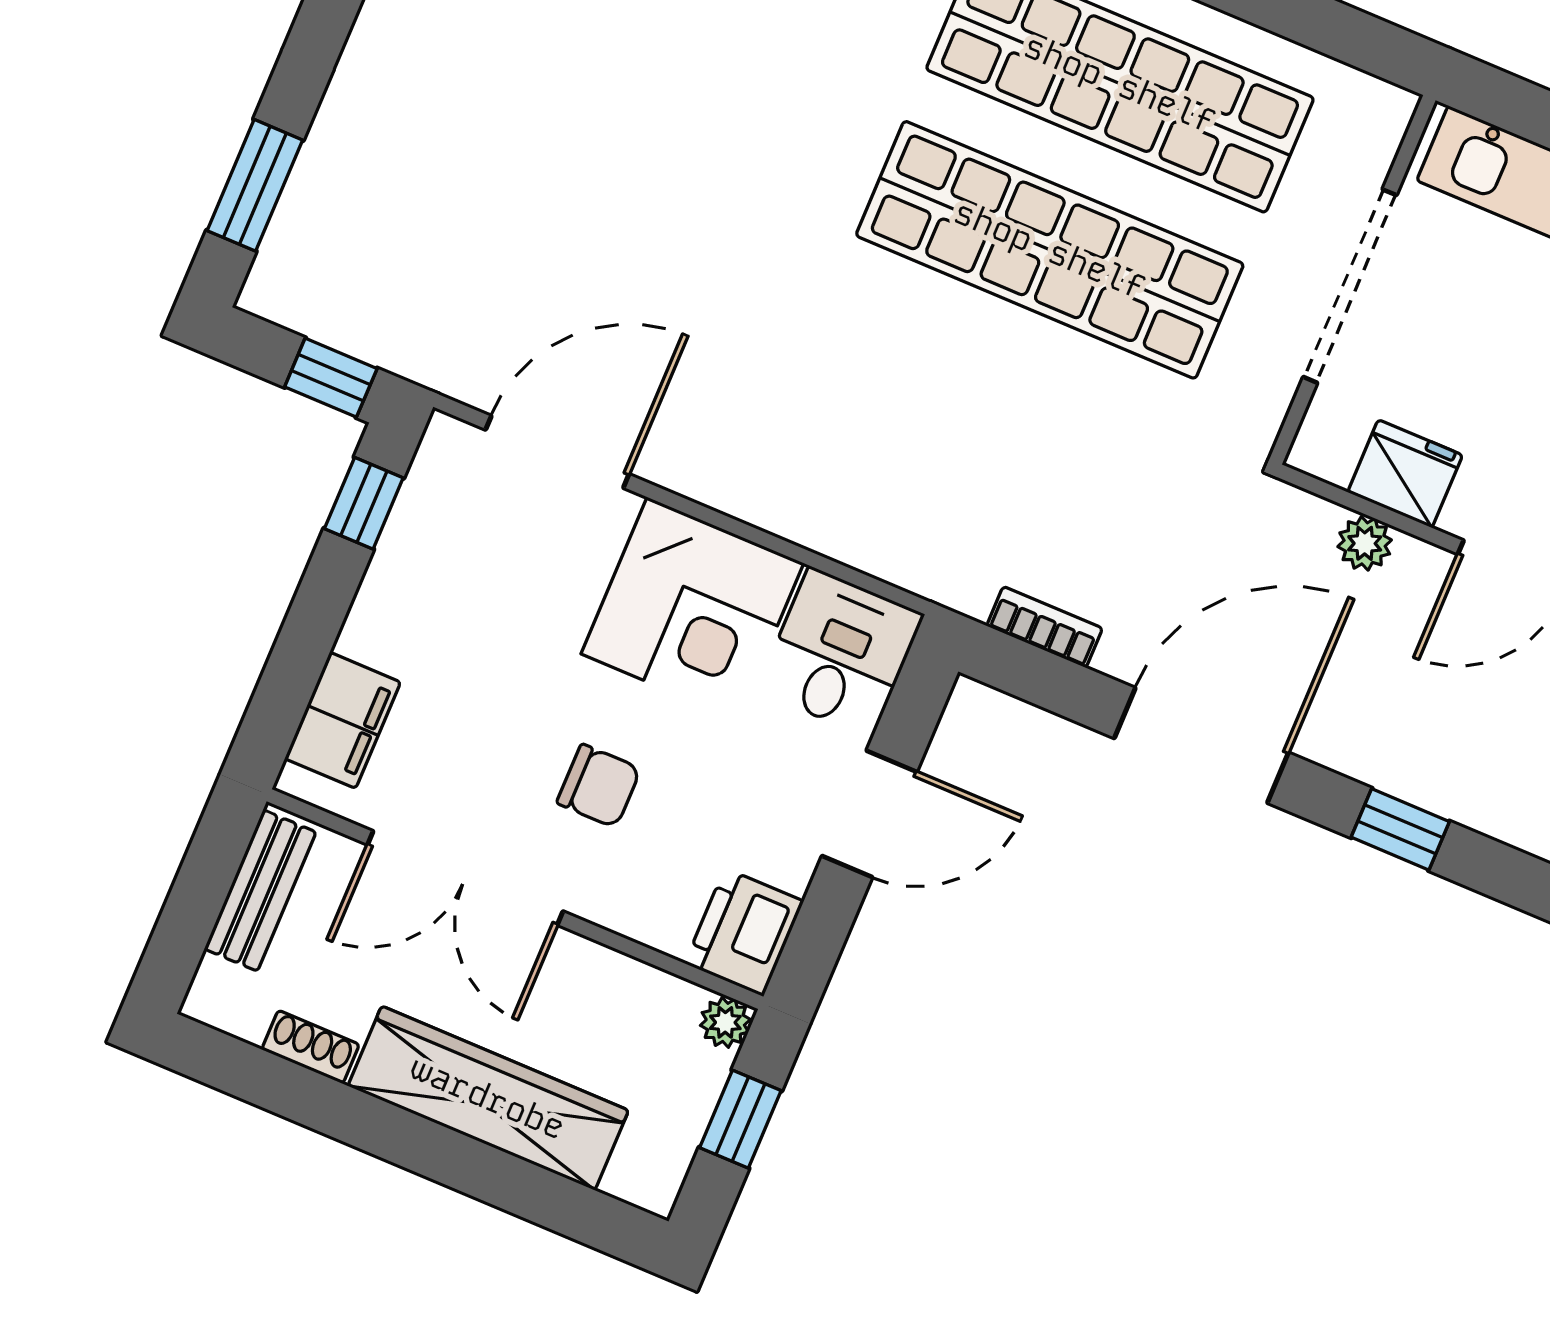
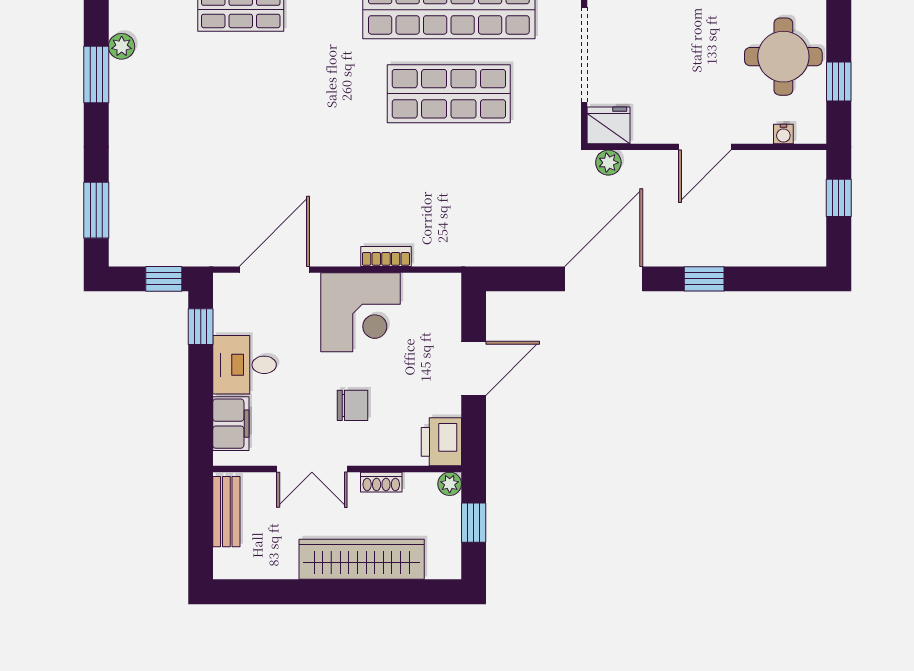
shop shelf: (1050, 250) -> (449, 94), width x0.71
fridge: (1405, 474) -> (609, 125), moved
plant: (1365, 543) -> (608, 163), moved
bookcase: (1045, 627) -> (386, 256), moved
desk: (840, 652) -> (245, 365), moved, turned -90
double door: (465, 878) -> (312, 469), width x0.73
shoe rack: (311, 1047) -> (381, 482), moved, turned 180

